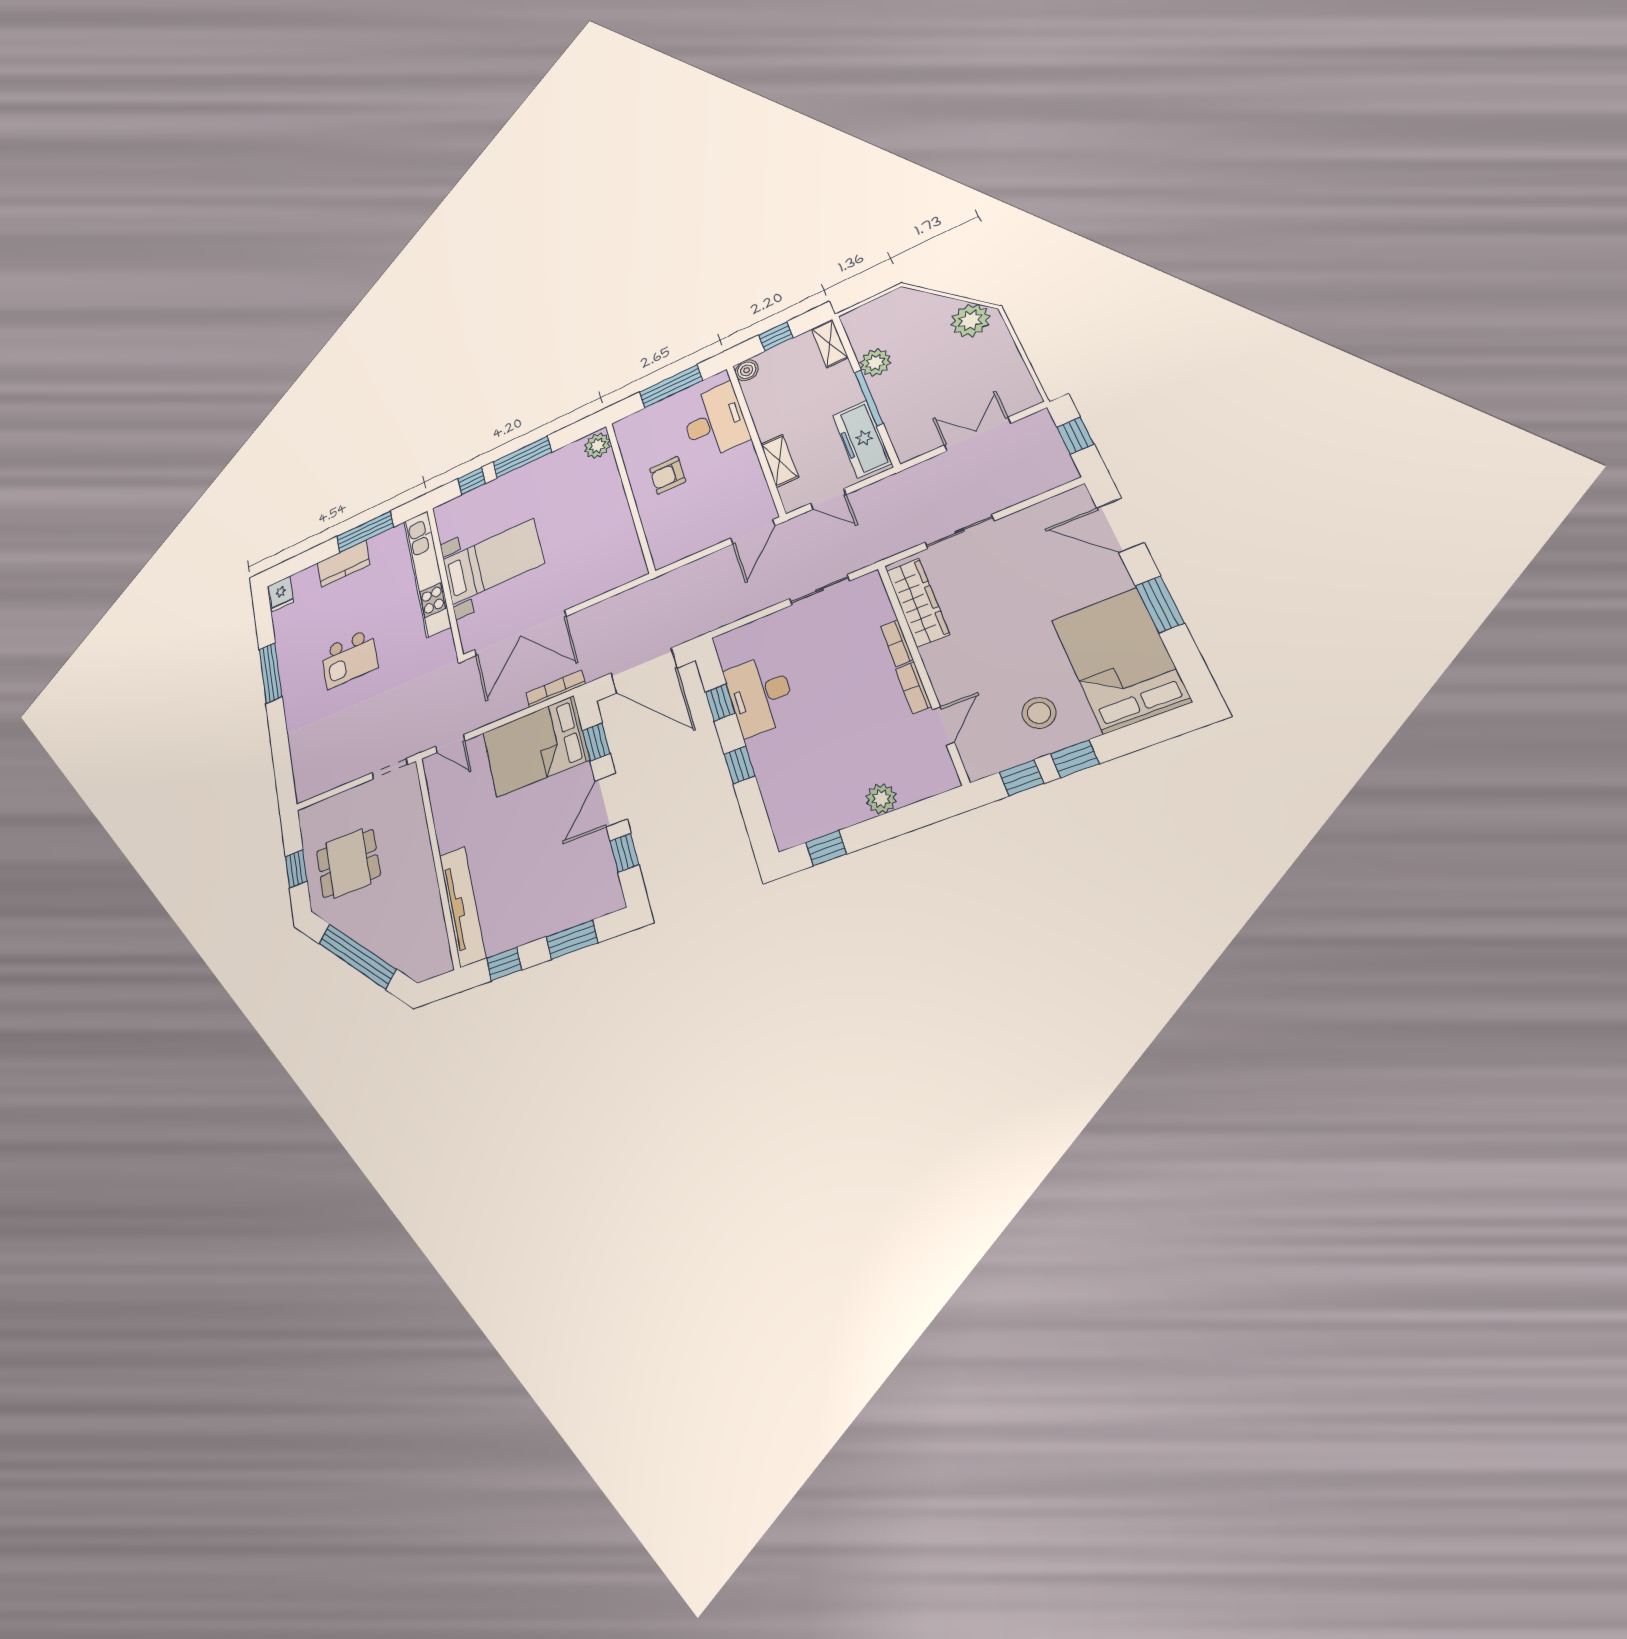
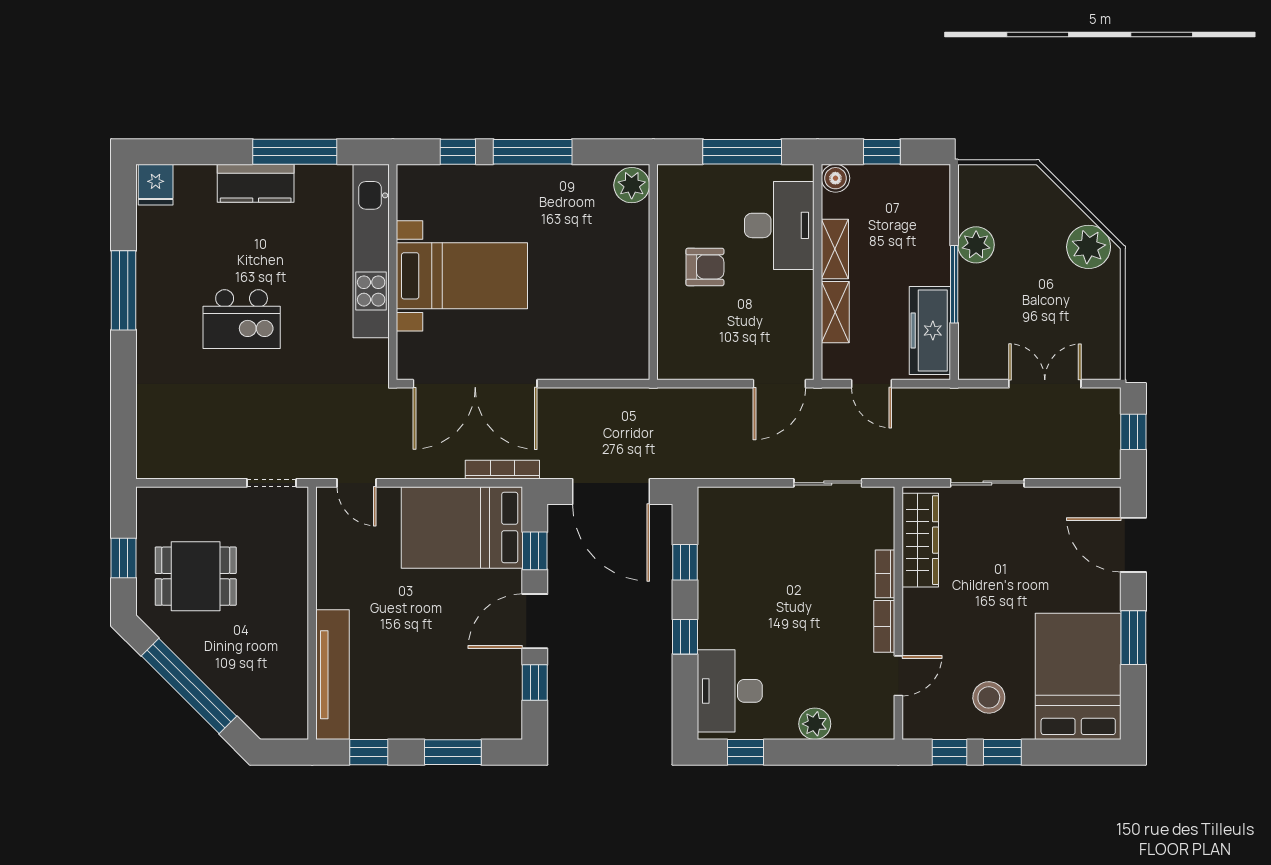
shelving: (830, 343) -> (835, 249), moved
armchair: (668, 475) -> (705, 267), turned 180
desk: (760, 694) -> (730, 691), moved

